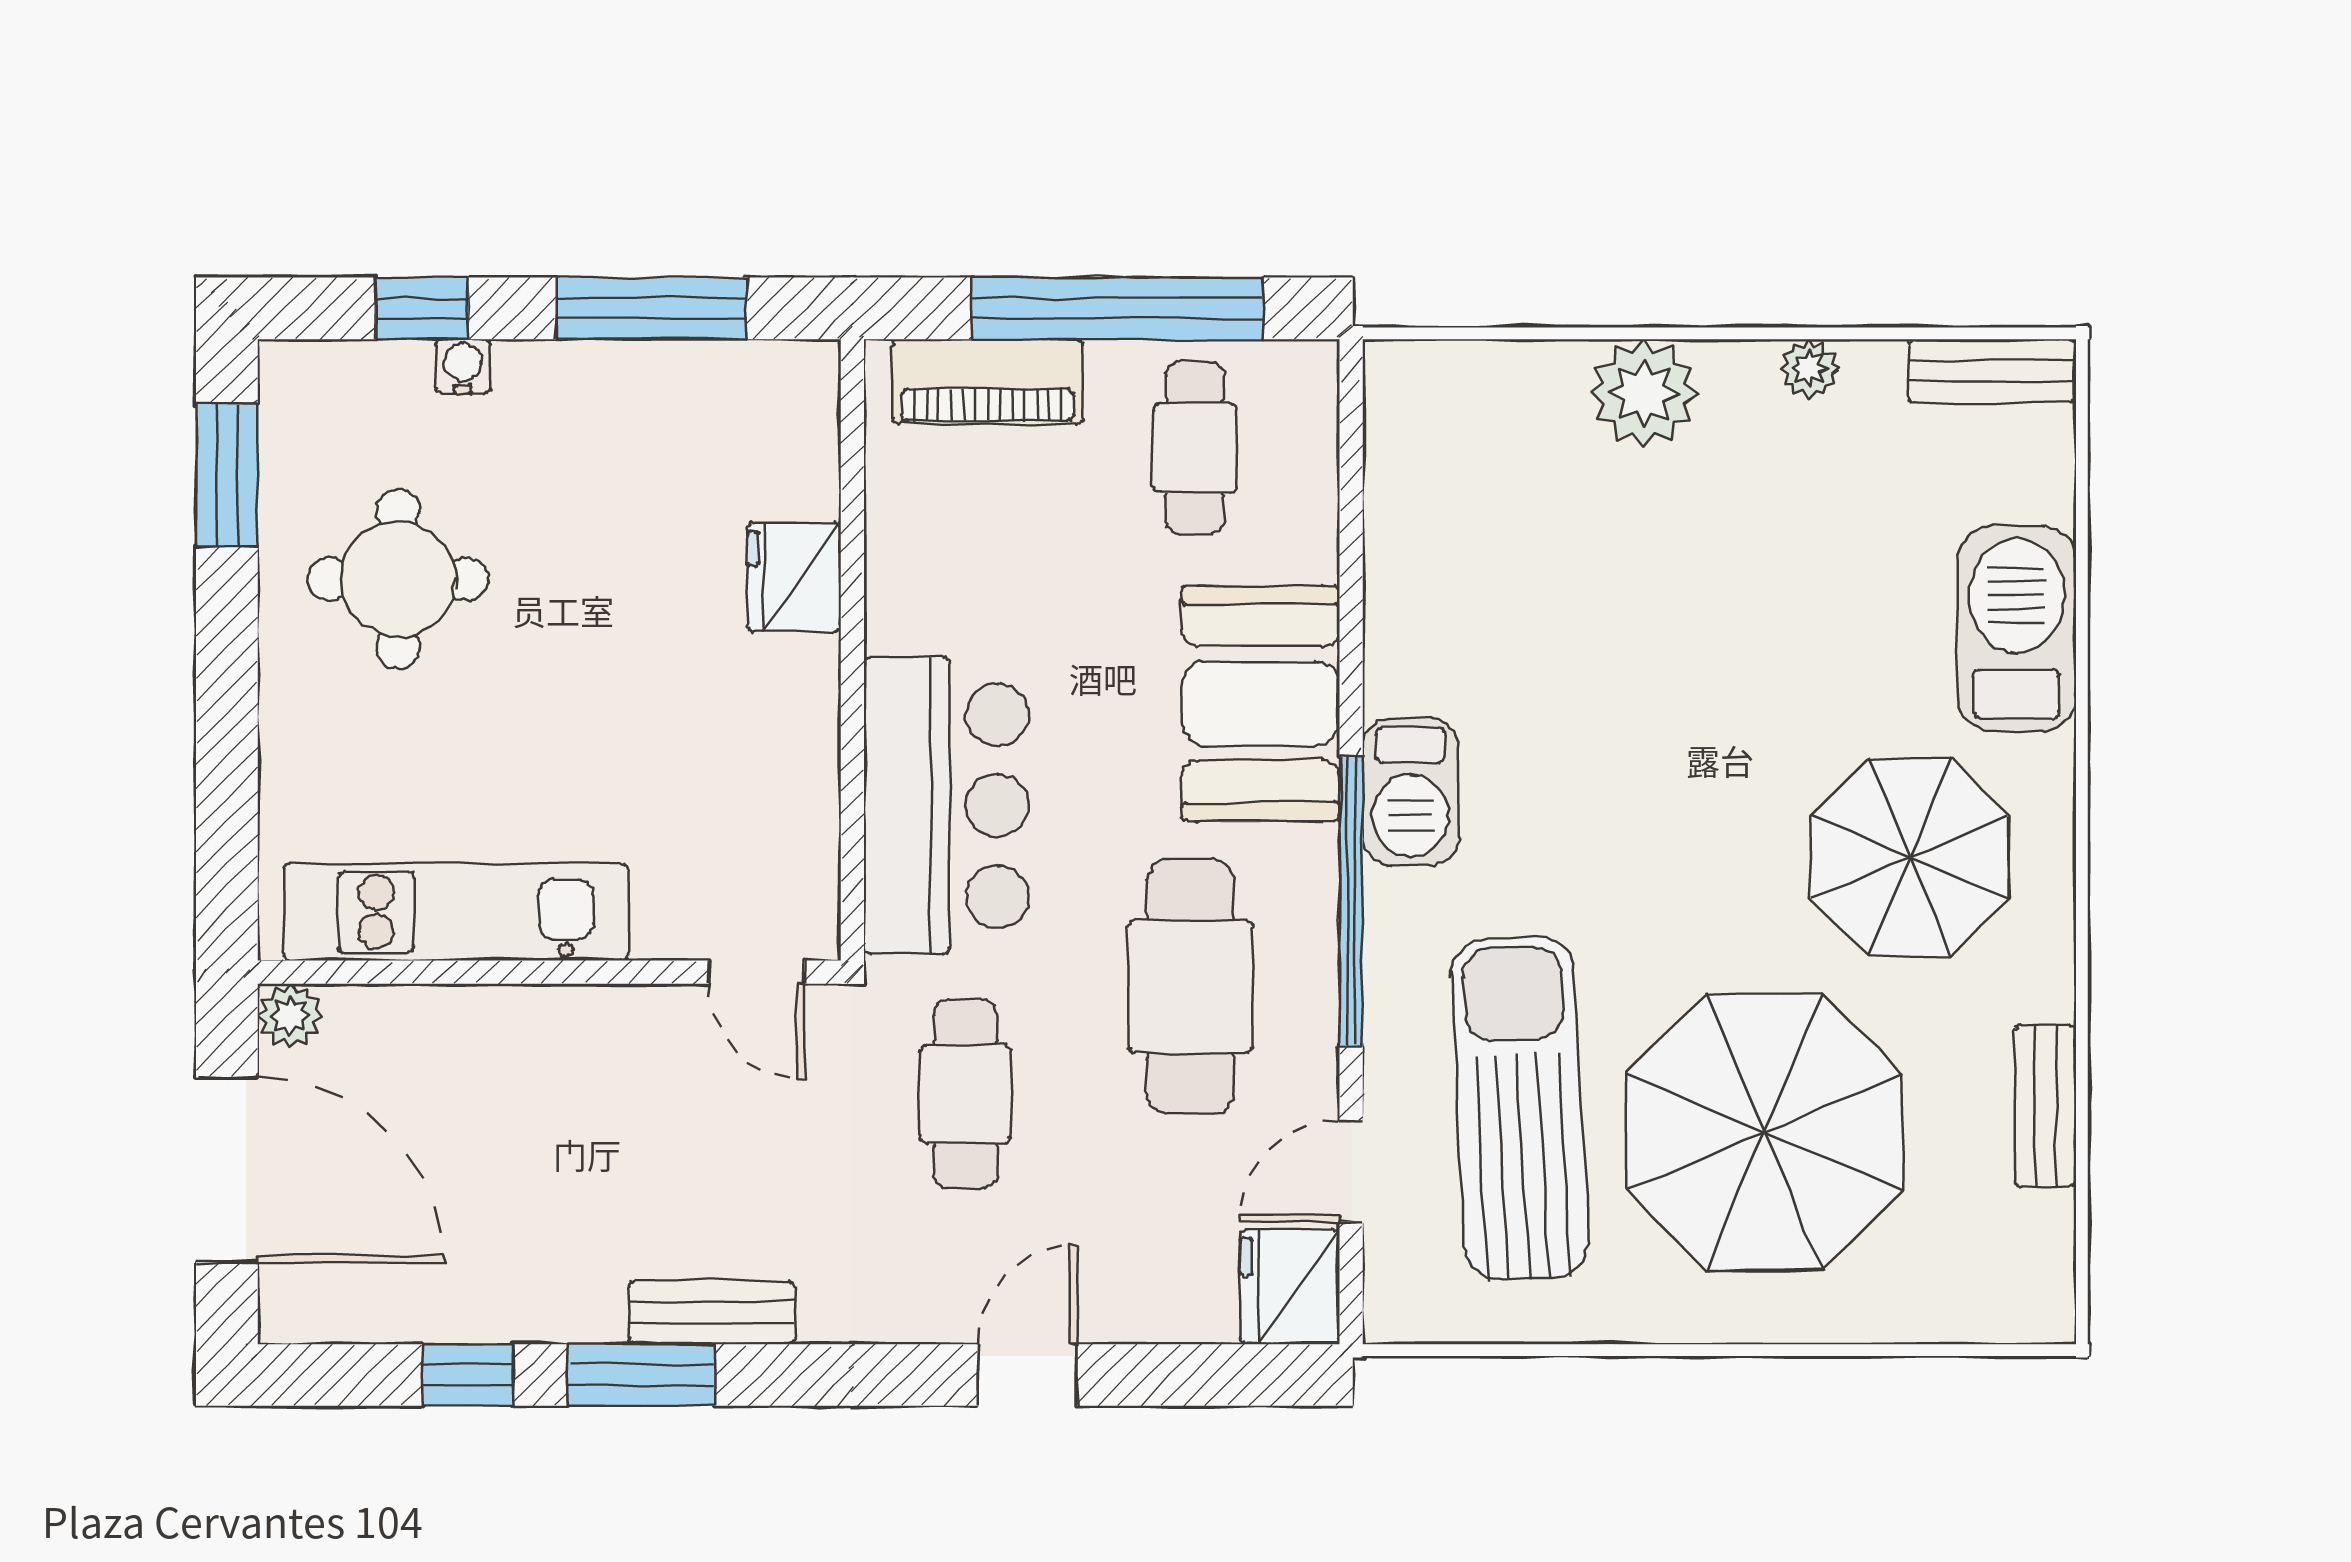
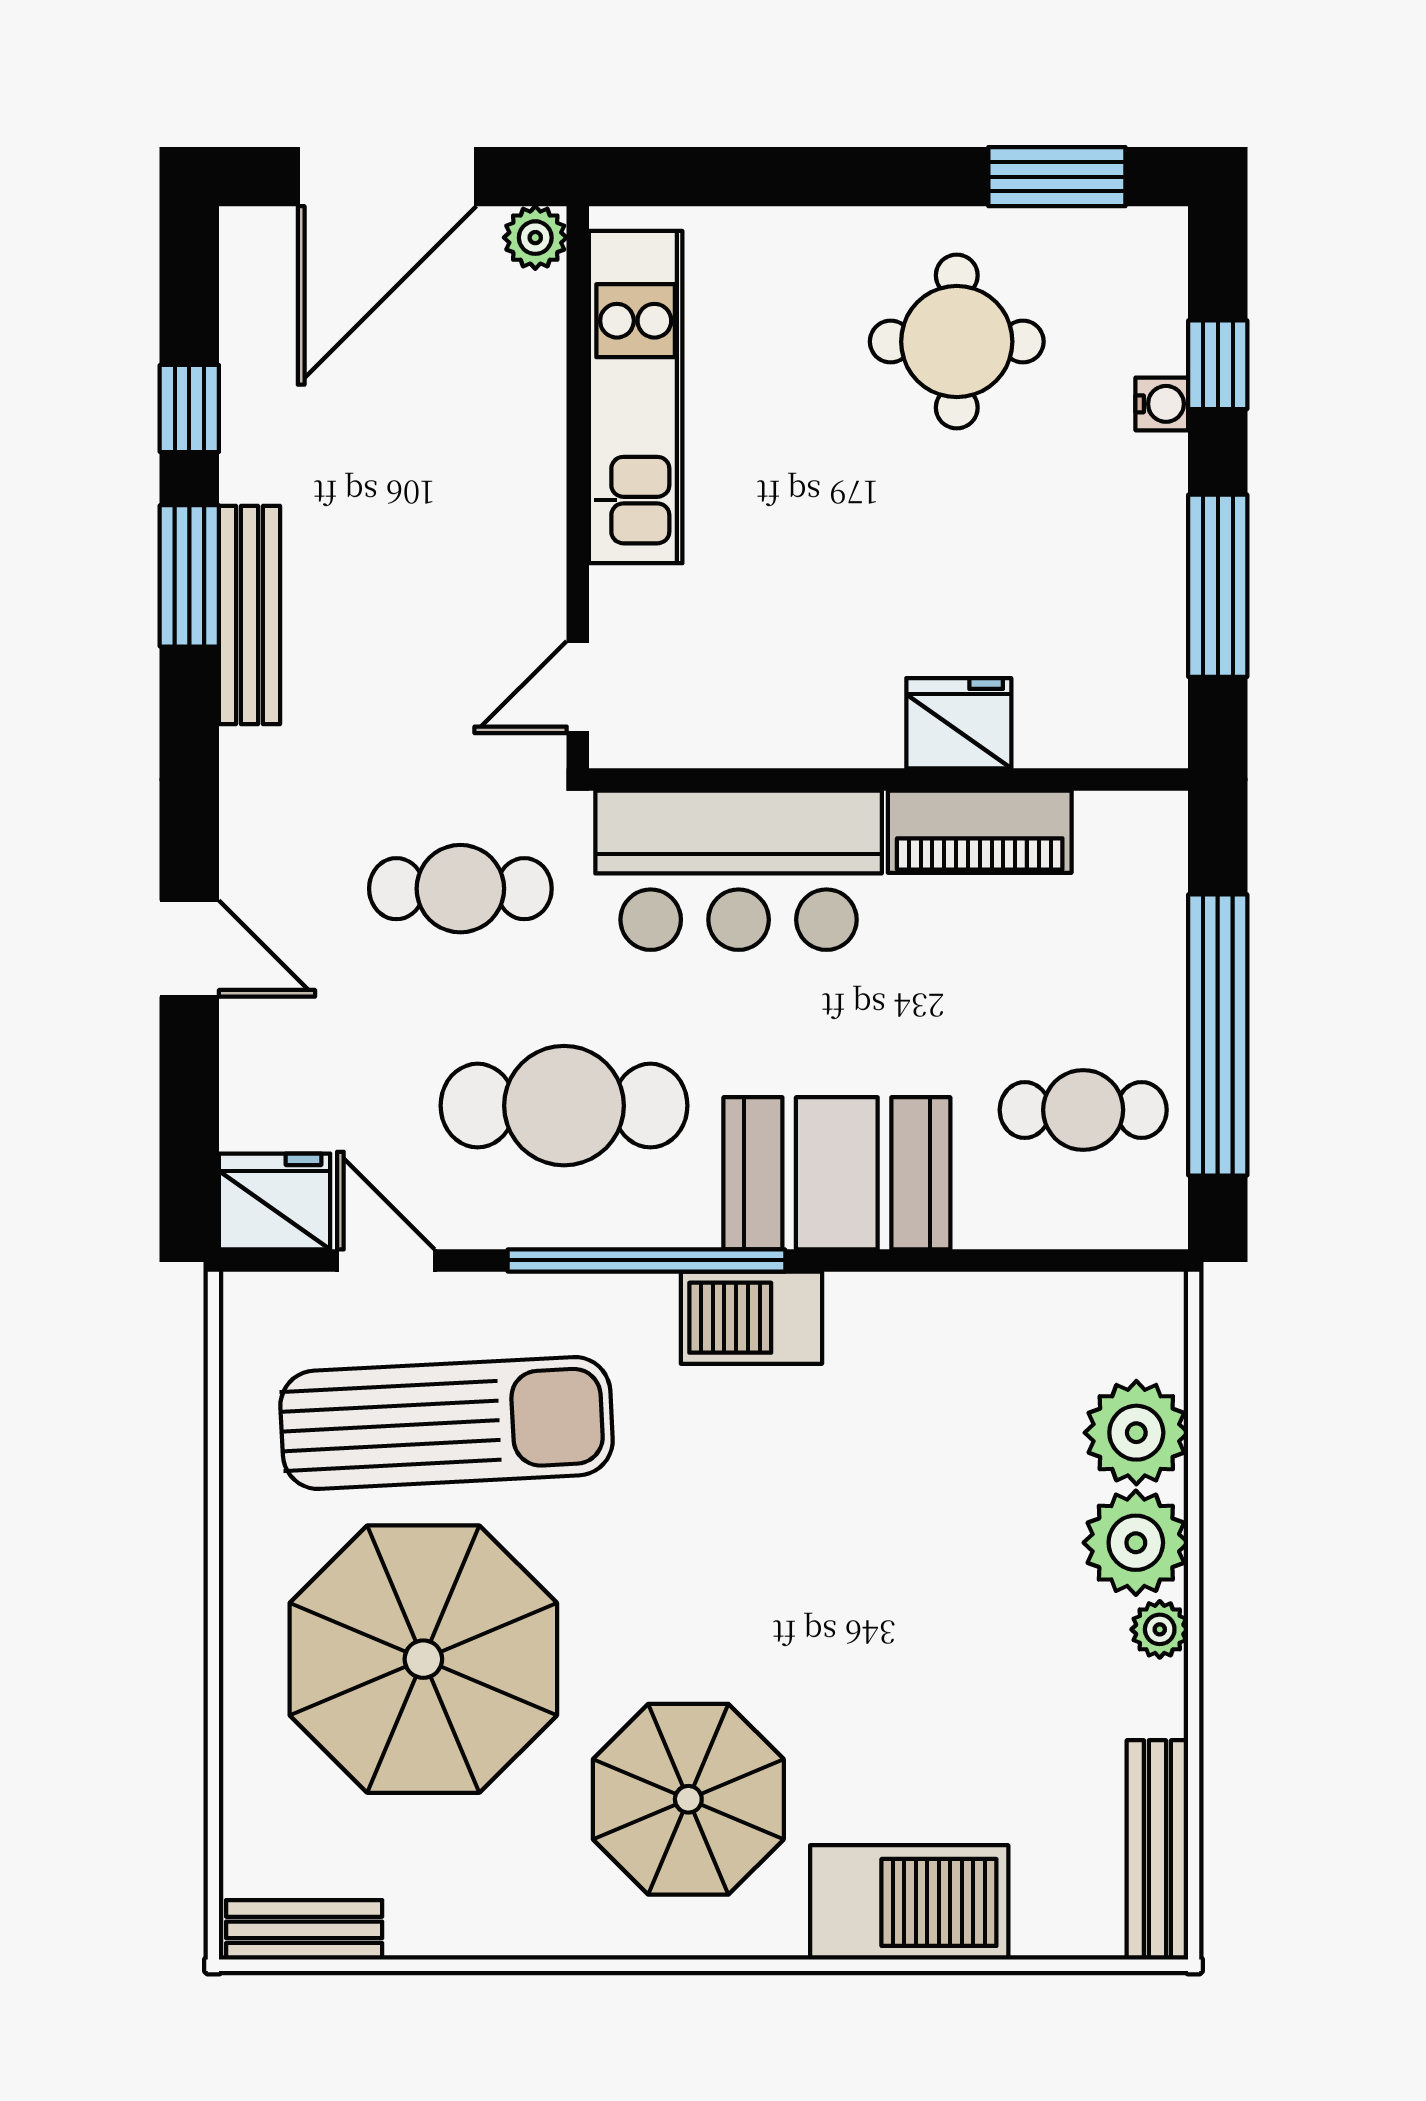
plant: (1809, 369) -> (1160, 1629), moved
bench: (1993, 371) -> (1157, 1850), width x1.36
piano: (988, 382) -> (980, 832), moved, turned -90
plant: (1530, 393) -> (1136, 1433), added
bench: (2045, 1106) -> (304, 1930), moved
bench: (712, 1313) -> (249, 615), width x1.36

